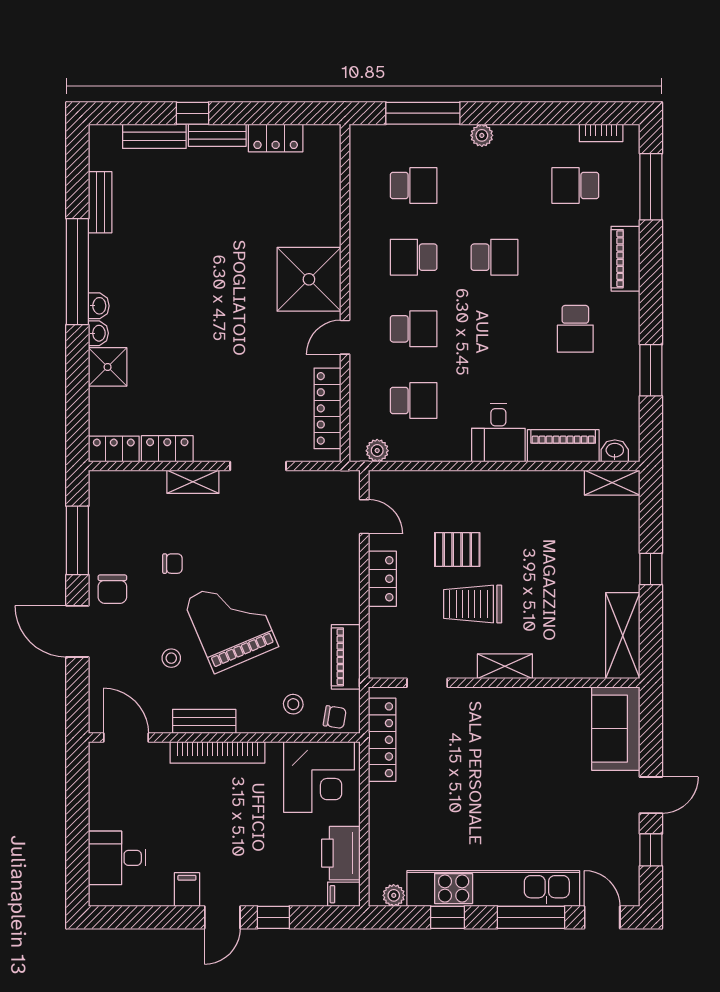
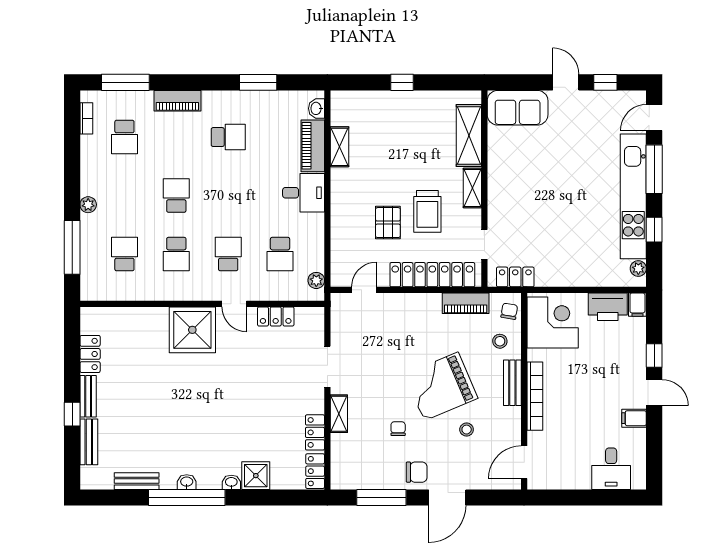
washbasin: (99, 306) -> (187, 482), moved
school desk: (414, 400) -> (280, 254), turned 180
locker: (327, 408) -> (276, 316), width x0.66
shelving: (612, 483) -> (339, 147), moved
locker: (382, 579) -> (432, 275), width x2.16, depth x1.21
shelving: (623, 636) -> (469, 135), moved, turned 90
bench: (204, 721) -> (512, 383), moved
locker: (382, 740) -> (515, 277), width x0.66

